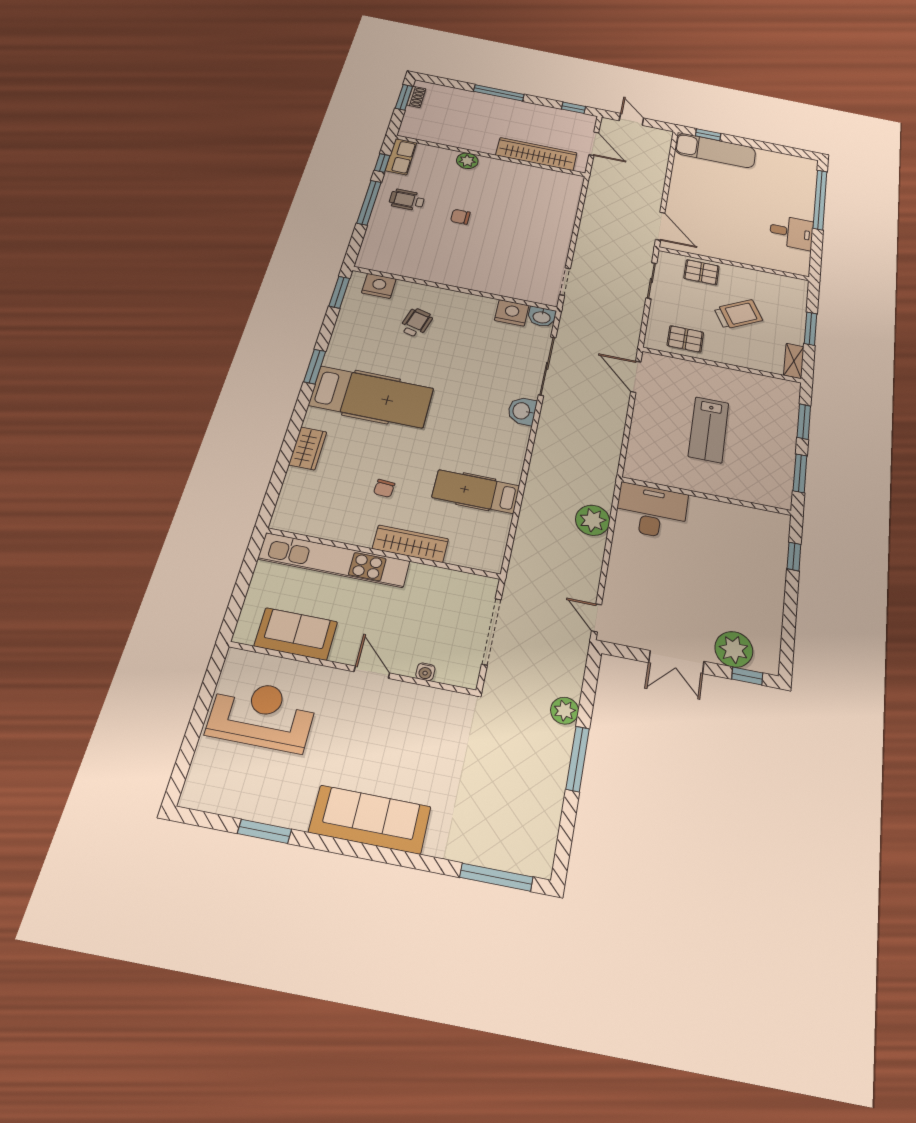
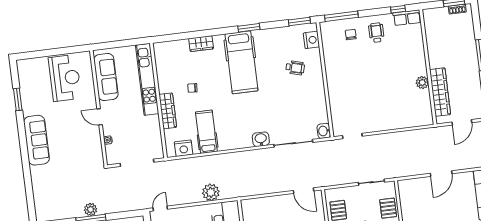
plant: (467, 161) -> (422, 83), moved
window: (369, 203) -> (341, 16), moved
chair: (460, 217) -> (351, 35), moved
door: (660, 226) -> (441, 174), moved
nightstand: (512, 313) -> (184, 148), moved, turned 90
door: (636, 377) -> (304, 191), swing flipped
sofa: (296, 634) -> (106, 77), width x1.36
door: (372, 672) -> (100, 117), swing flipped
plant: (565, 711) -> (91, 209), moved
window: (496, 877) -> (30, 200), removed

